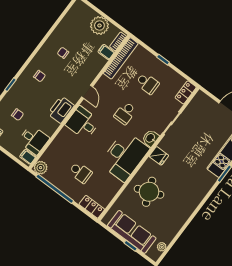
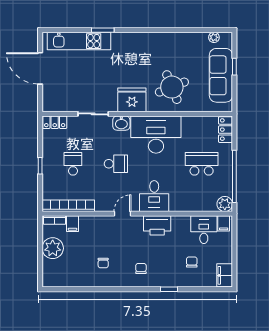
fridge: (159, 156) -> (132, 100), width x1.88, depth x1.34
school desk: (81, 173) -> (202, 164), width x1.85

